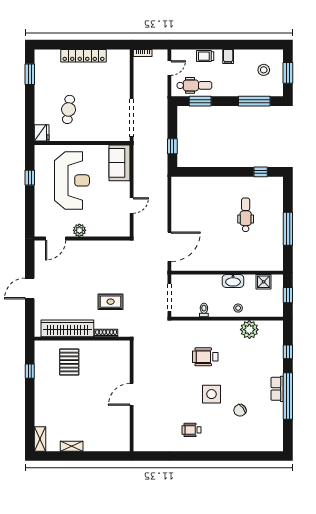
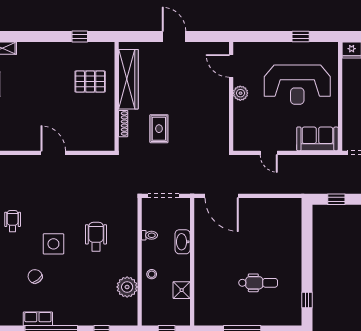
washbasin: (233, 281) -> (183, 242), moved
shower: (264, 282) -> (182, 290), moved
row of seats: (277, 389) -> (38, 319), moved

